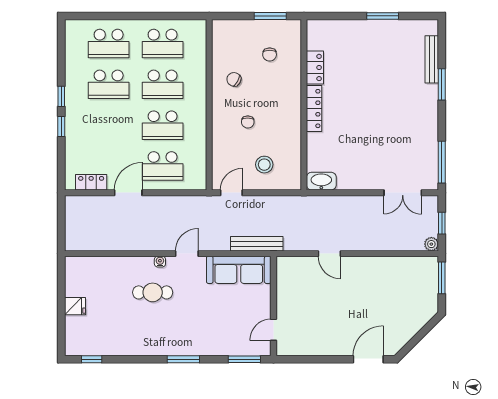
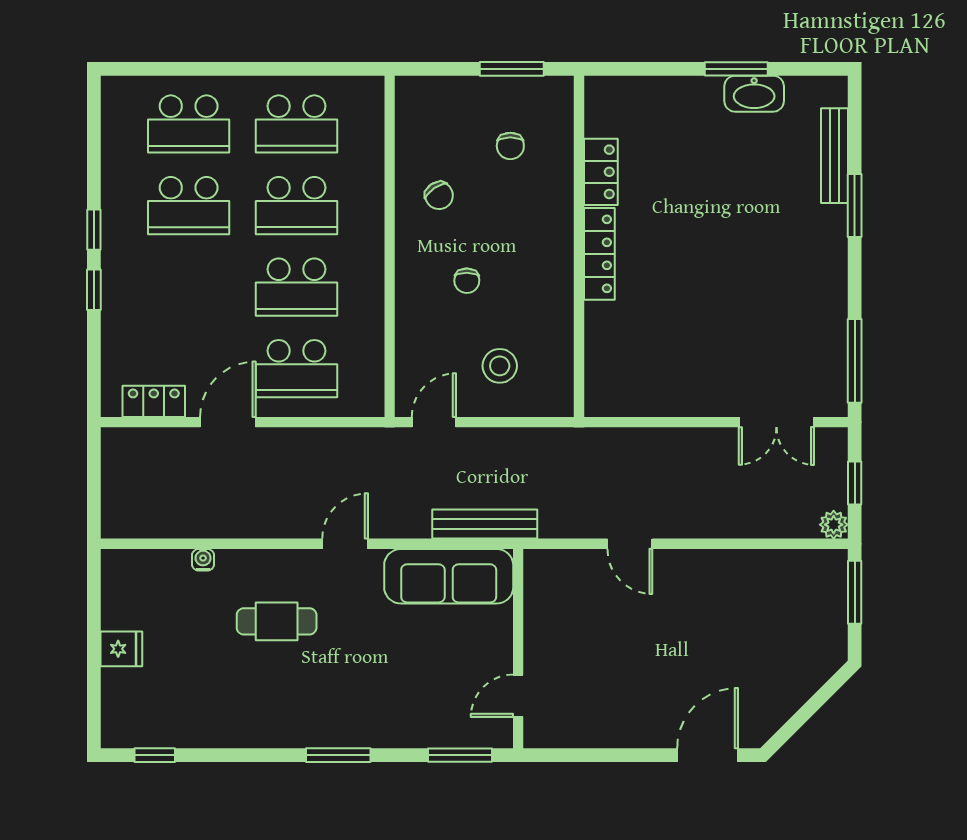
chair: (234, 79) -> (439, 195), turned -153
washbasin: (321, 181) -> (754, 94), moved, turned 180
water cooler: (160, 262) -> (203, 560), moved

